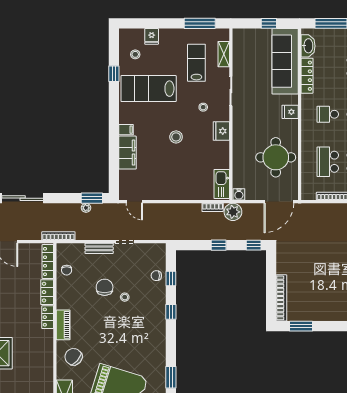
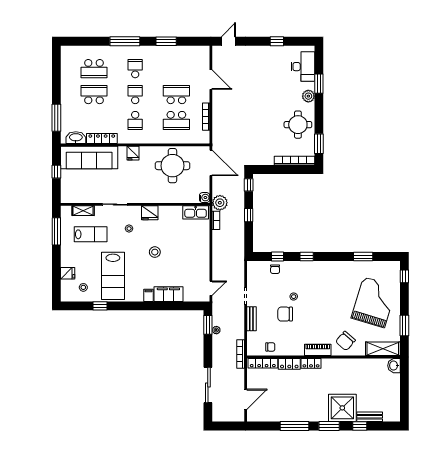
lab bench: (196, 63) -> (91, 234), turned 180
round table: (323, 302) -> (298, 125), added

